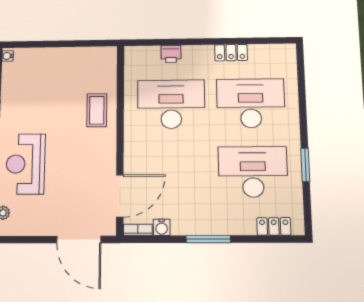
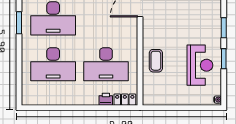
locker: (231, 53) -> (125, 100), moved
reception desk: (26, 164) -> (200, 65), moved

